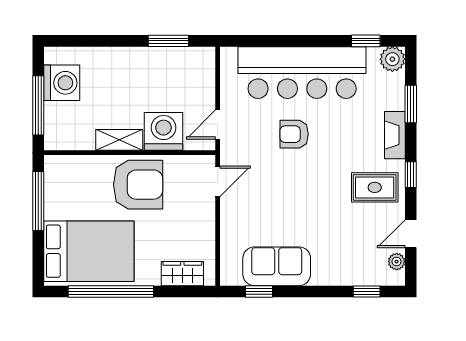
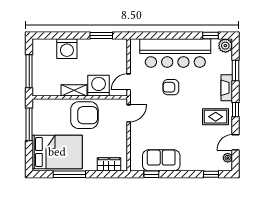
washing machine: (62, 83) -> (67, 49), moved, turned 90
window: (111, 291) -> (69, 174), width x0.68

